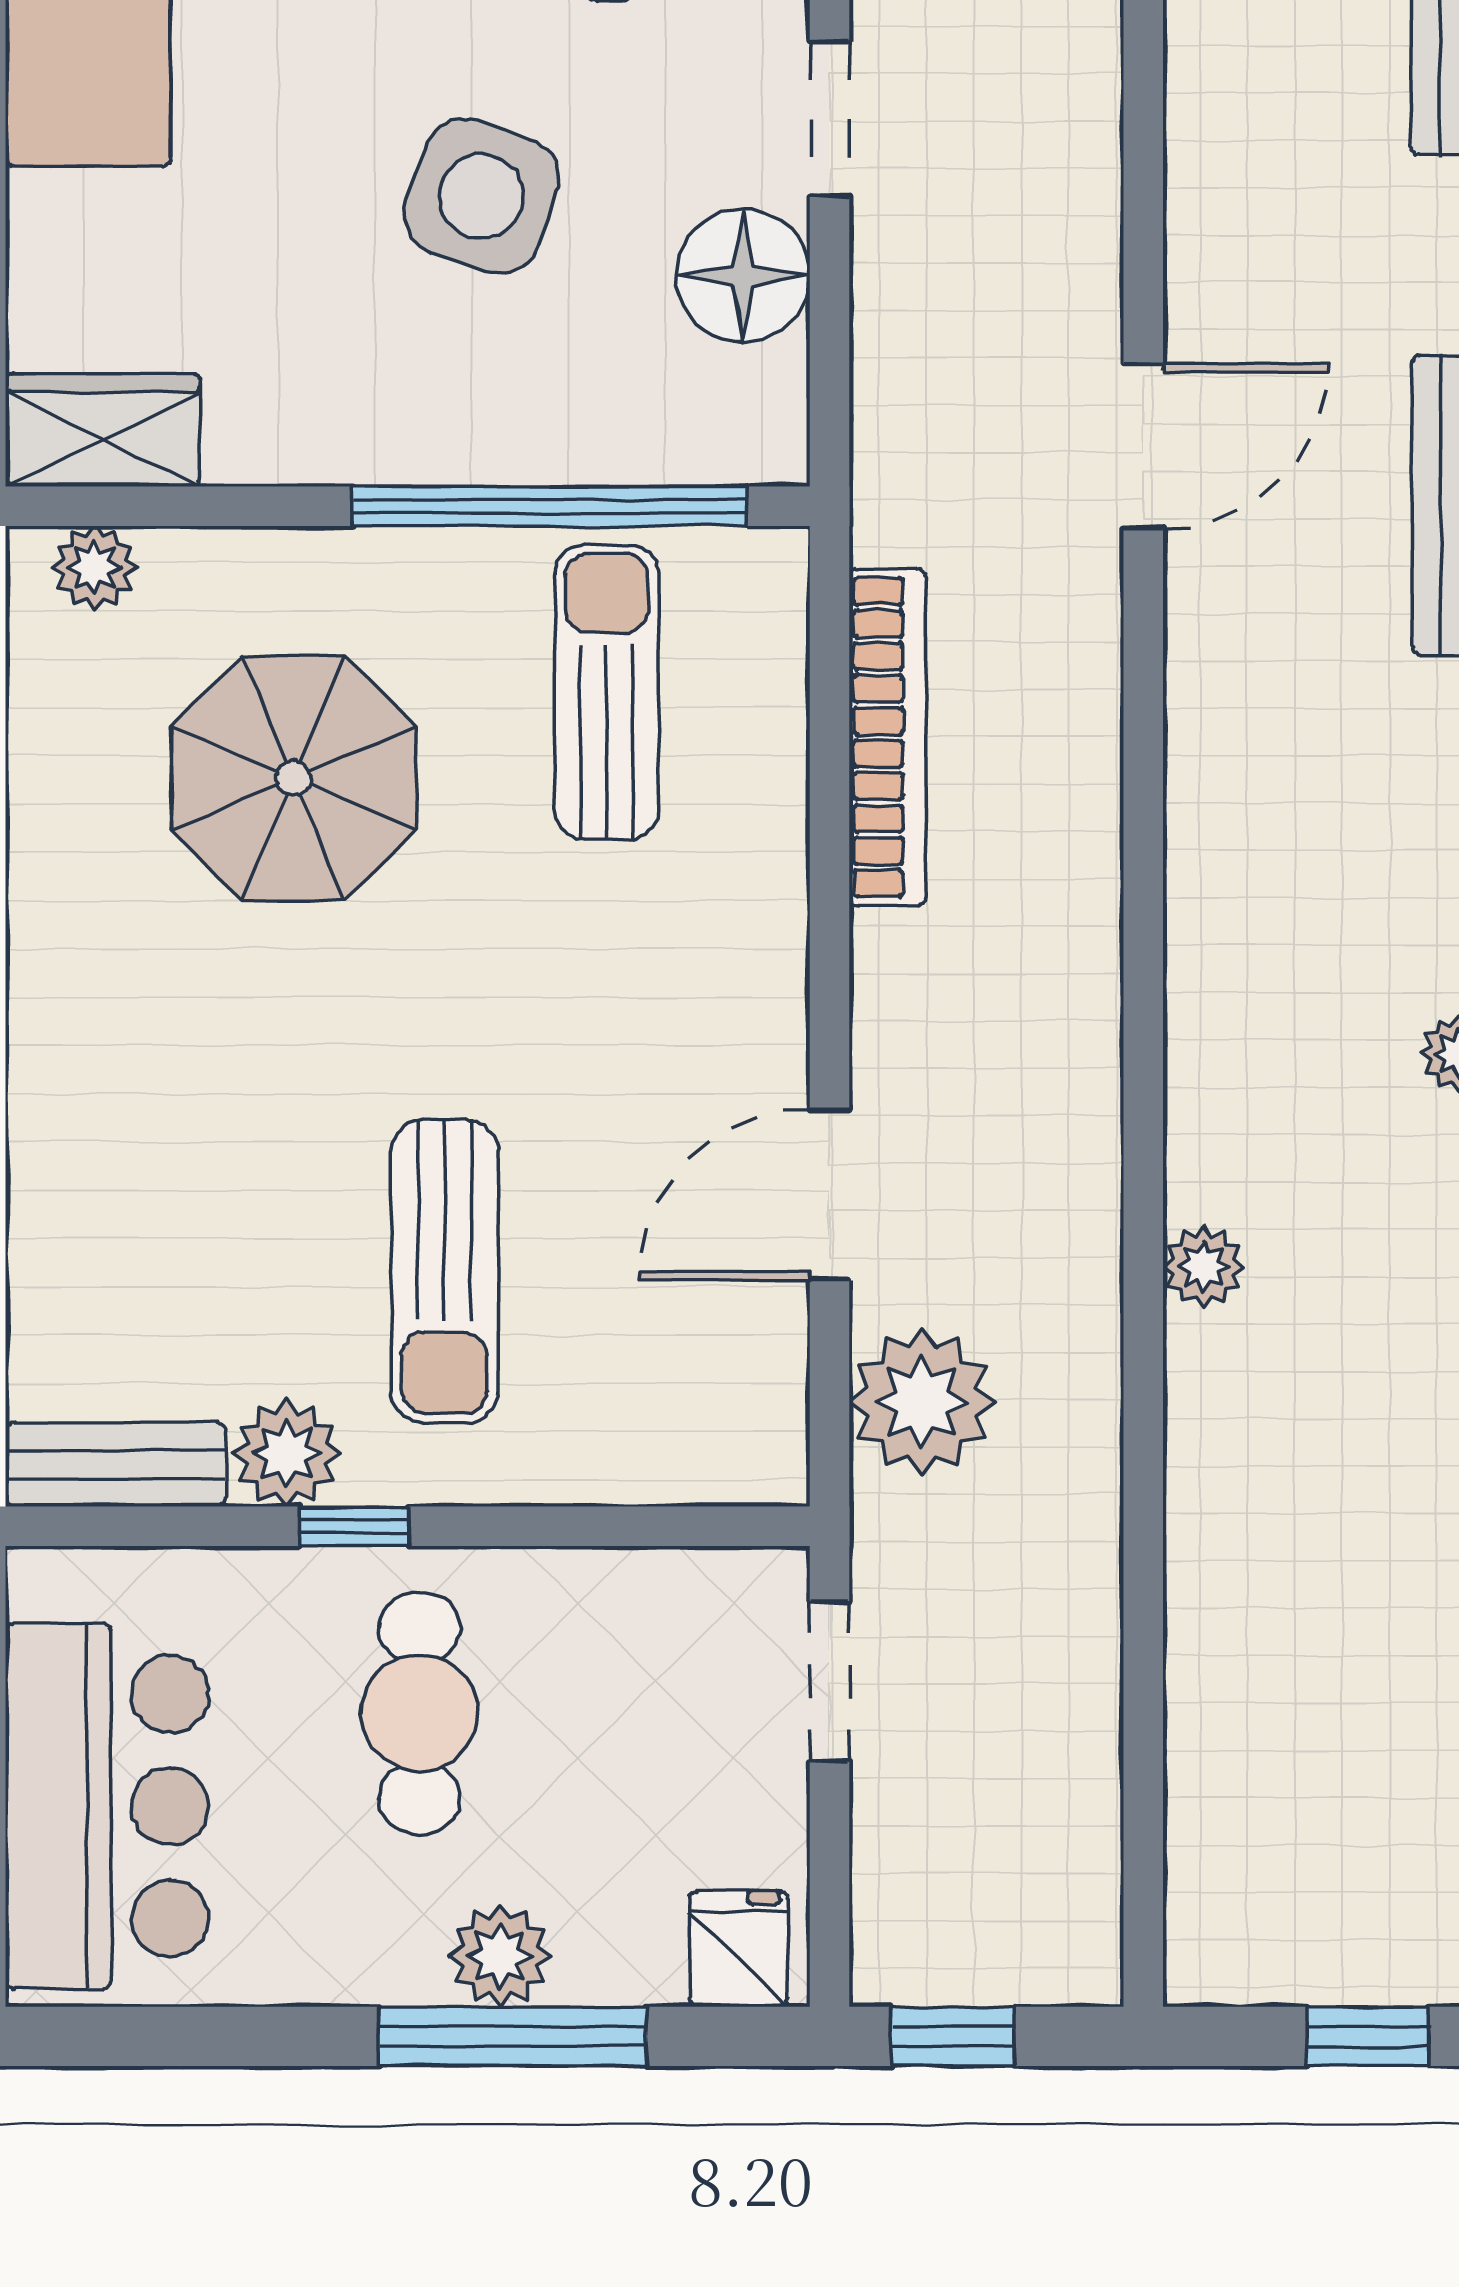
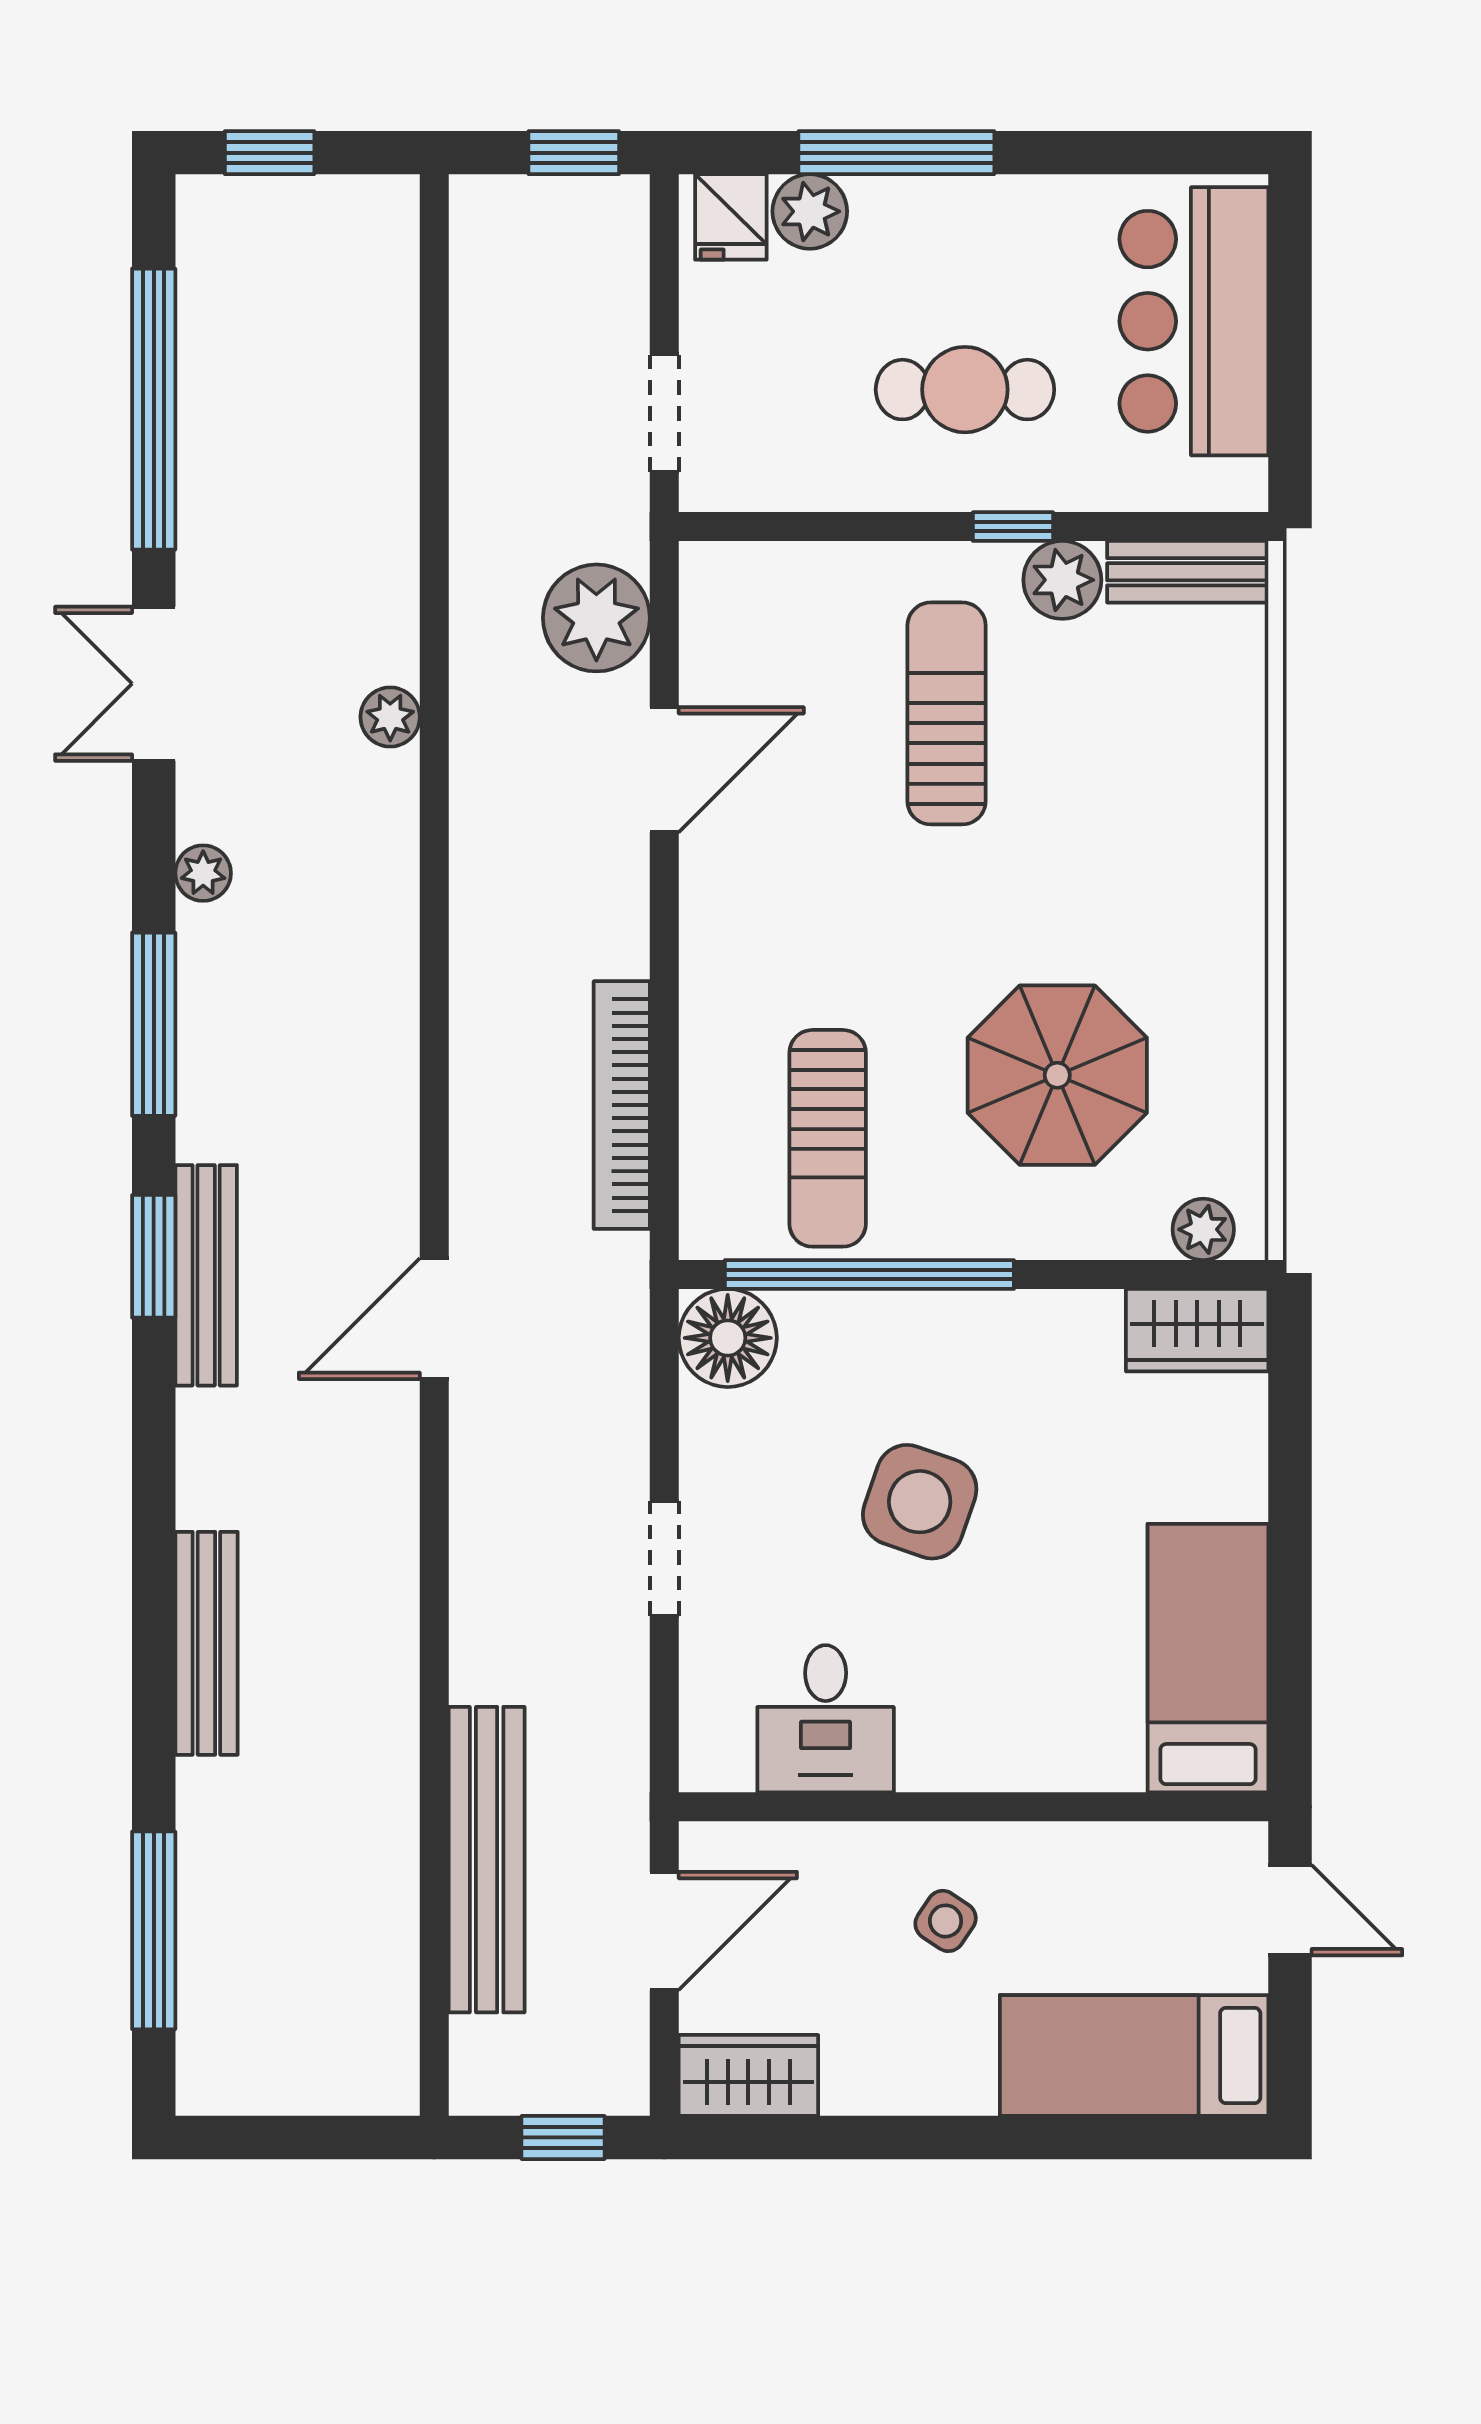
floor lamp: (743, 276) -> (728, 1338), moved
cafe table: (419, 1713) -> (965, 390), turned 90
plant: (500, 1956) -> (810, 211), moved

